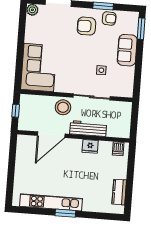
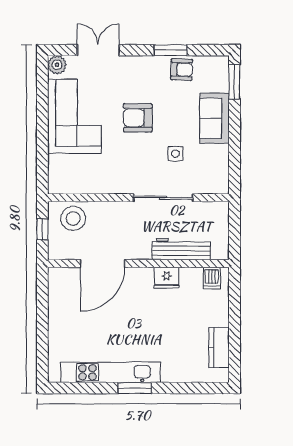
armchair: (86, 26) -> (138, 118), moved
corner sofa: (39, 68) -> (74, 116), moved
stool: (63, 107) -> (73, 218), moved
workbench: (88, 128) -> (181, 249), moved

